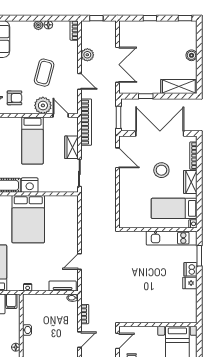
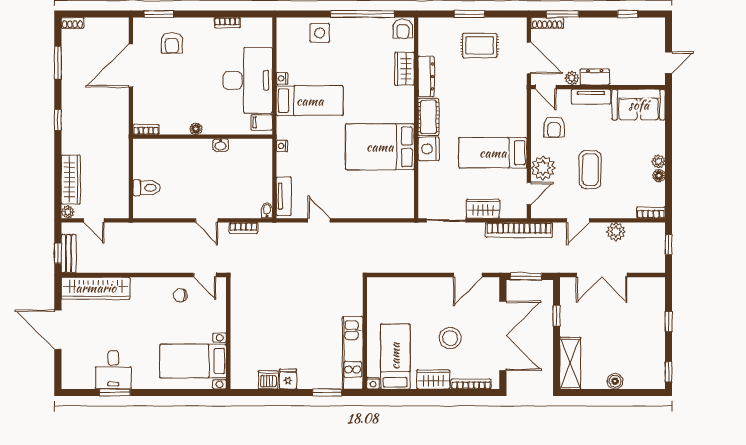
coffee table: (44, 73) -> (590, 170), turned 75
dishwasher: (190, 269) -> (268, 380), moved

